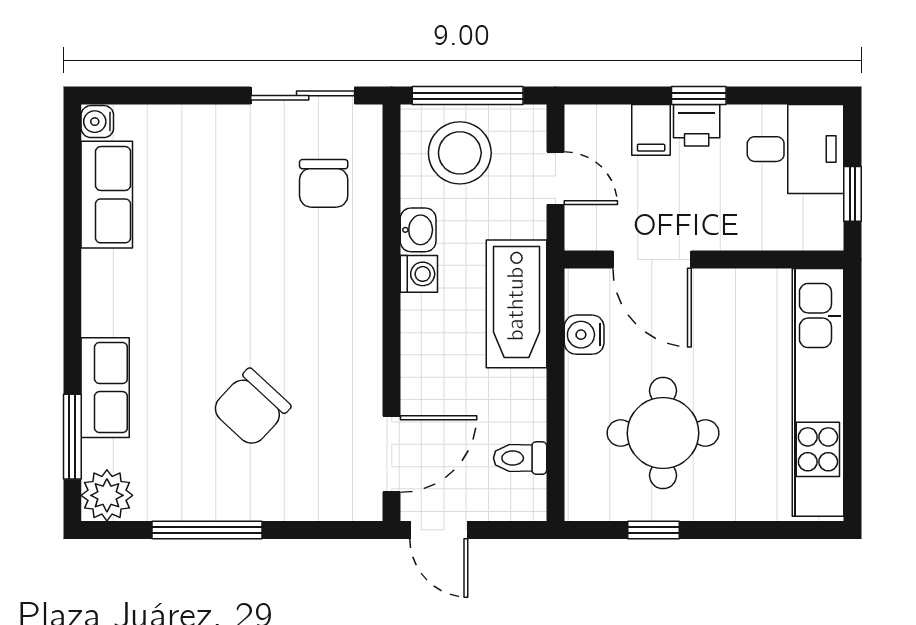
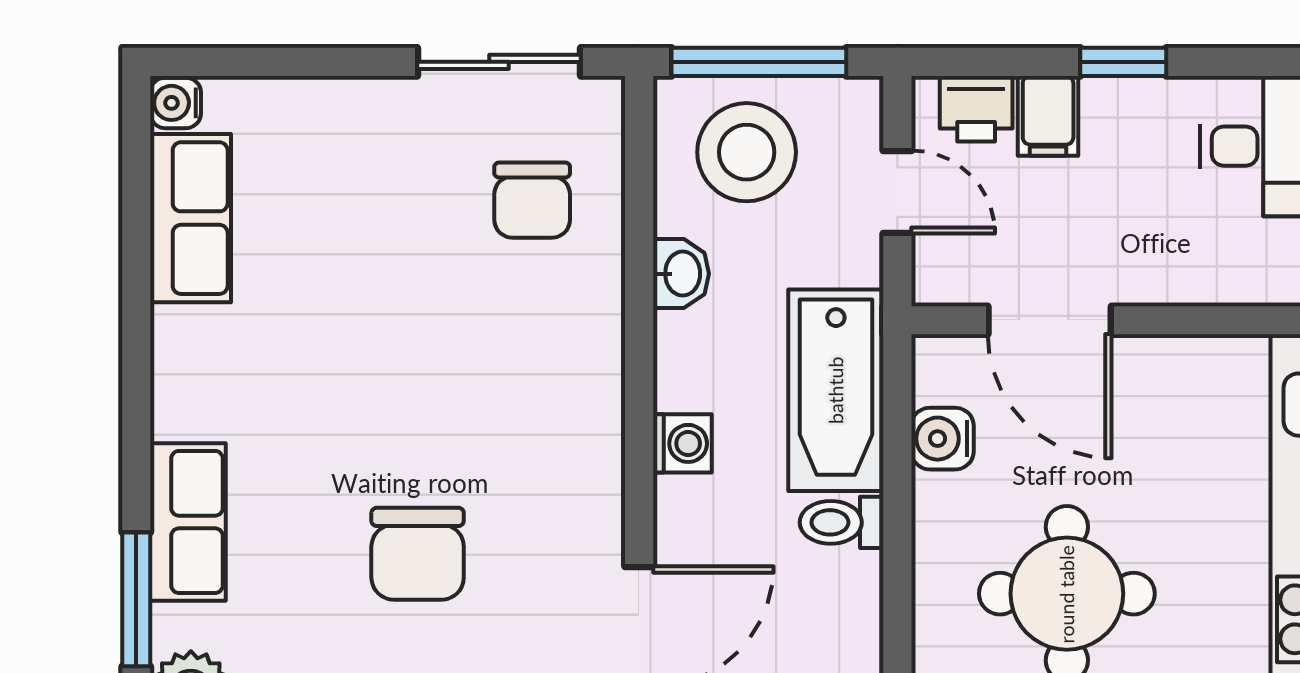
printer: (697, 125) -> (976, 109), moved
washing machine: (419, 274) -> (682, 443), moved
chair: (251, 408) -> (418, 554), turned -43
toilet: (520, 458) -> (842, 522), moved

